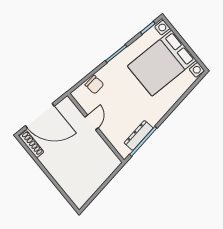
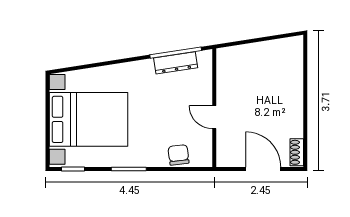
door: (40, 116) -> (263, 169), width x0.73
door: (92, 122) -> (214, 117), hinge flipped
shoe rack: (31, 144) -> (297, 152), width x0.70

